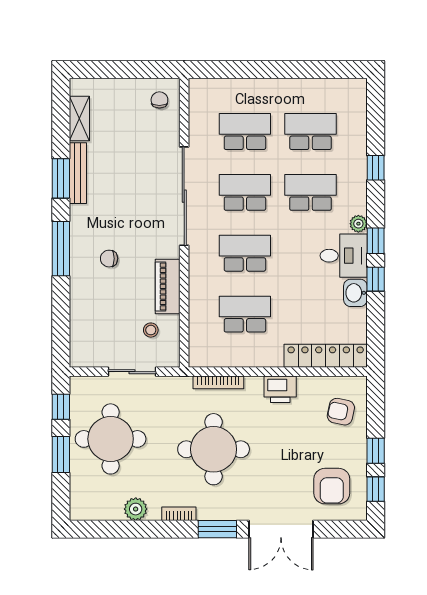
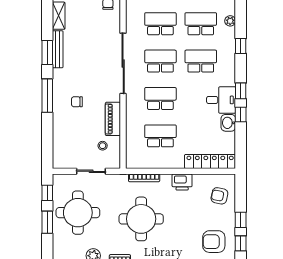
plant: (358, 224) -> (230, 21), moved
armchair: (332, 486) -> (214, 242), turned 90

